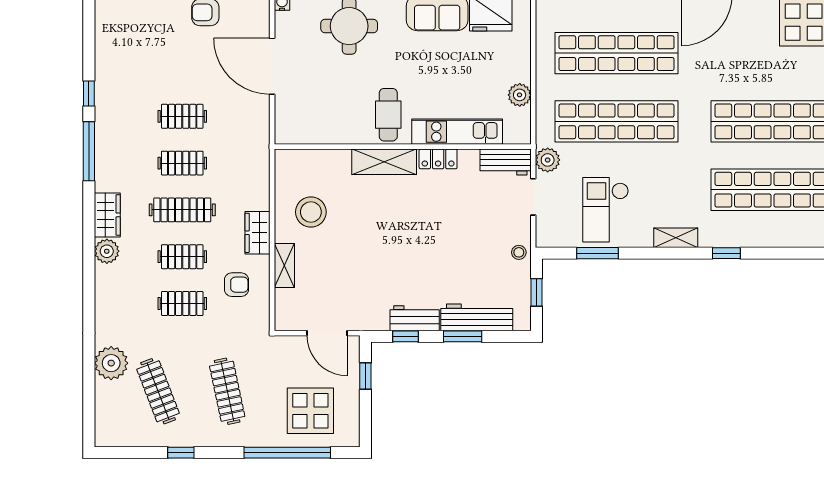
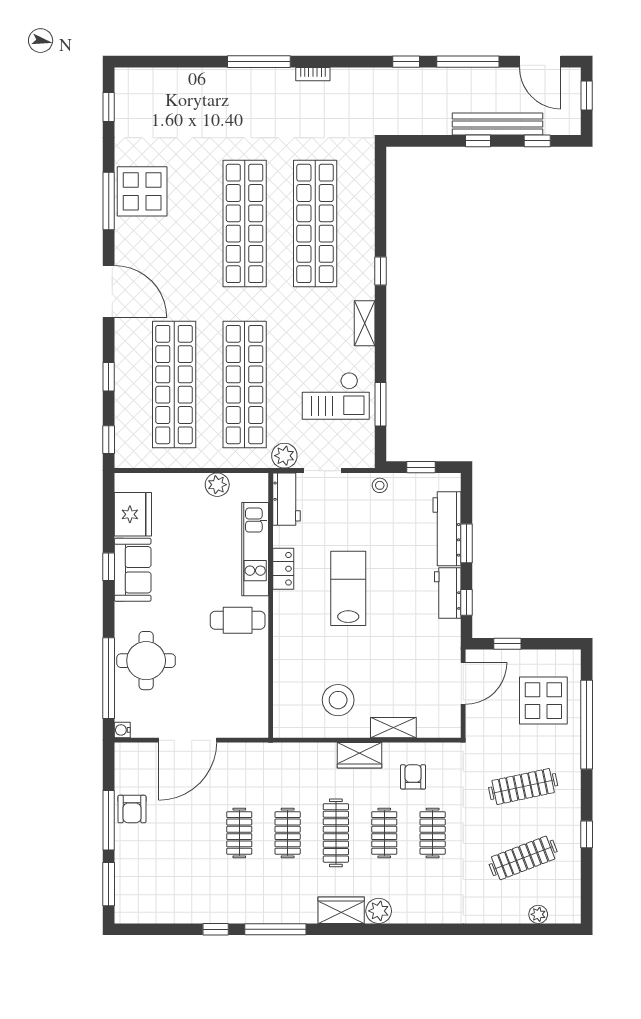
shelving: (384, 162) -> (286, 624), removed
lab bench: (419, 222) -> (348, 588), added
plant: (111, 363) -> (538, 914), moved, width x0.53, depth x0.53

